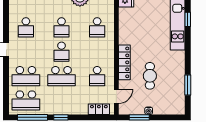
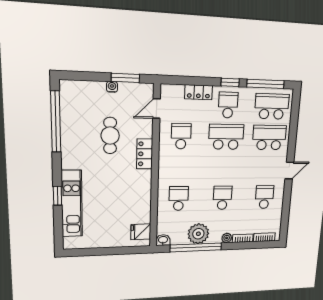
window: (188, 19) -> (57, 196), moved
school desk: (61, 52) -> (228, 105), moved
locker: (124, 62) -> (145, 154), width x0.66
window: (188, 85) -> (56, 122), width x2.11
locker: (99, 109) -> (199, 92), moved

